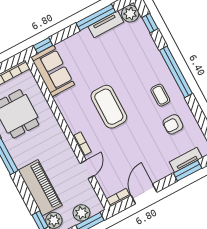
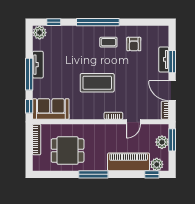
window: (96, 17) -> (29, 74), moved
tv unit: (106, 24) -> (38, 65), moved
tv unit: (186, 160) -> (164, 59), moved
door: (87, 169) -> (133, 122), swing flipped
window: (188, 171) -> (172, 62), moved

